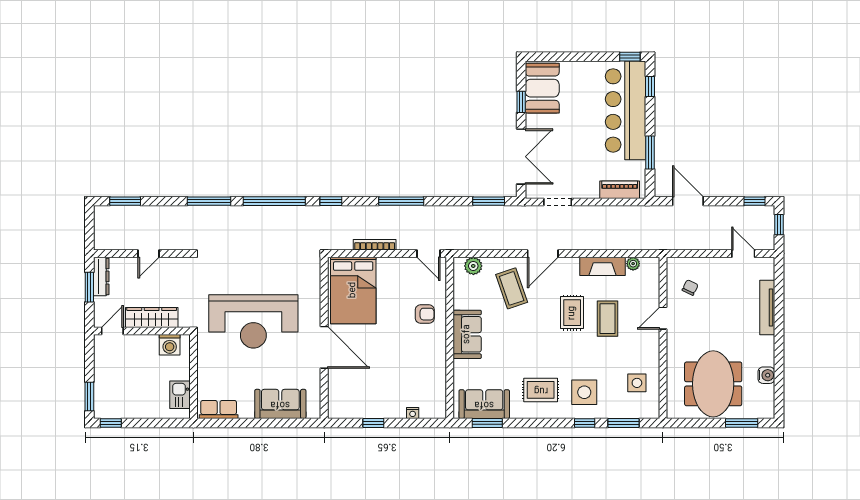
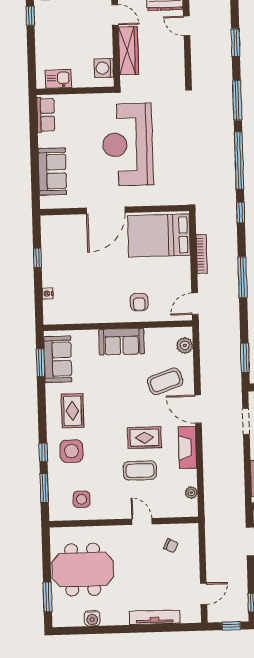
window: (125, 201) -> (236, 43), moved
door: (149, 254) -> (187, 26), moved
fireplace: (602, 266) -> (187, 448), moved

